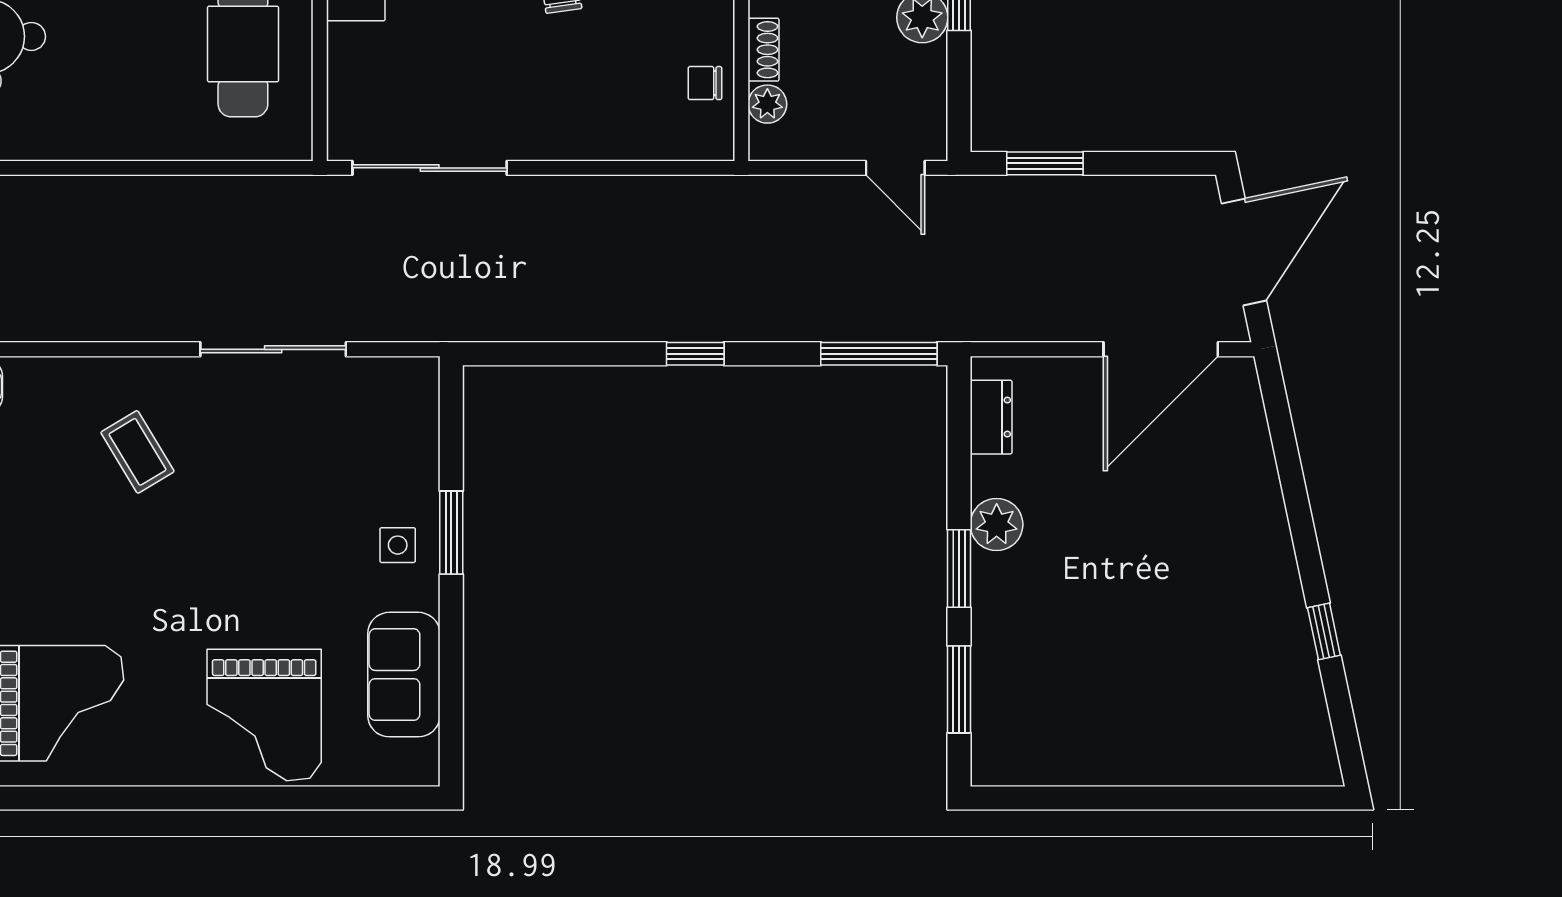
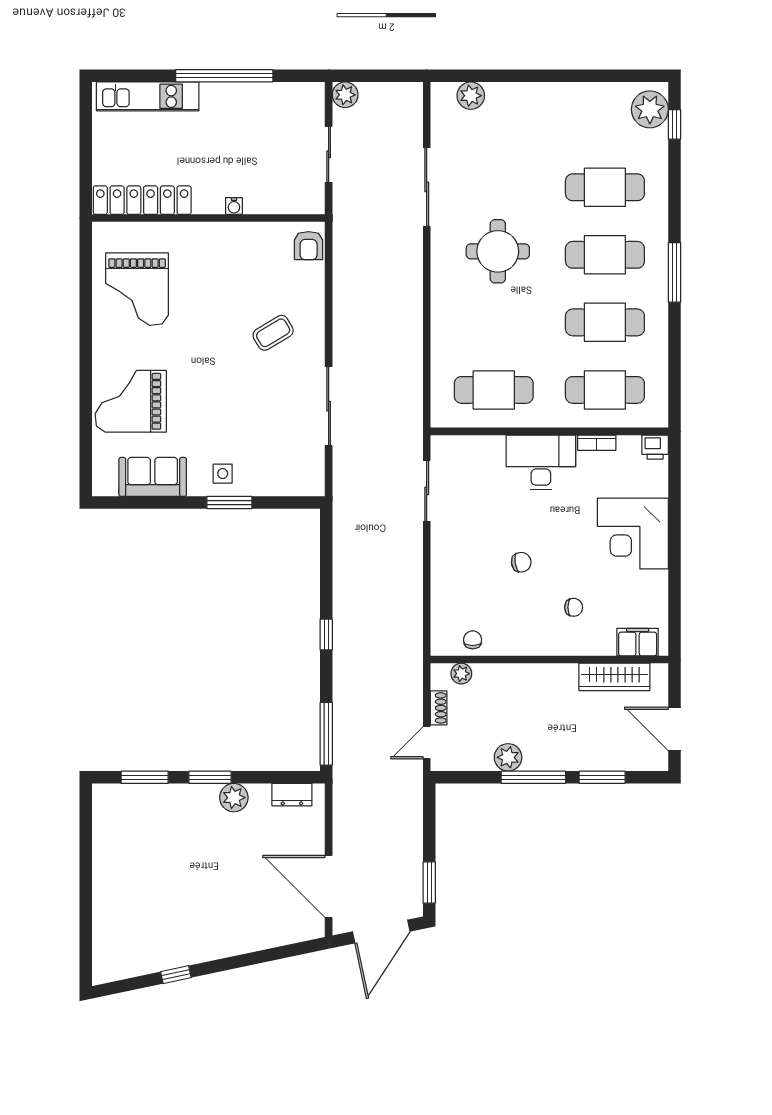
shoe rack: (763, 50) -> (439, 708), moved, turned -90
window: (1045, 163) -> (429, 883), moved
sliding door: (430, 168) -> (427, 491), width x0.73
door: (1244, 252) -> (381, 931), hinge flipped

